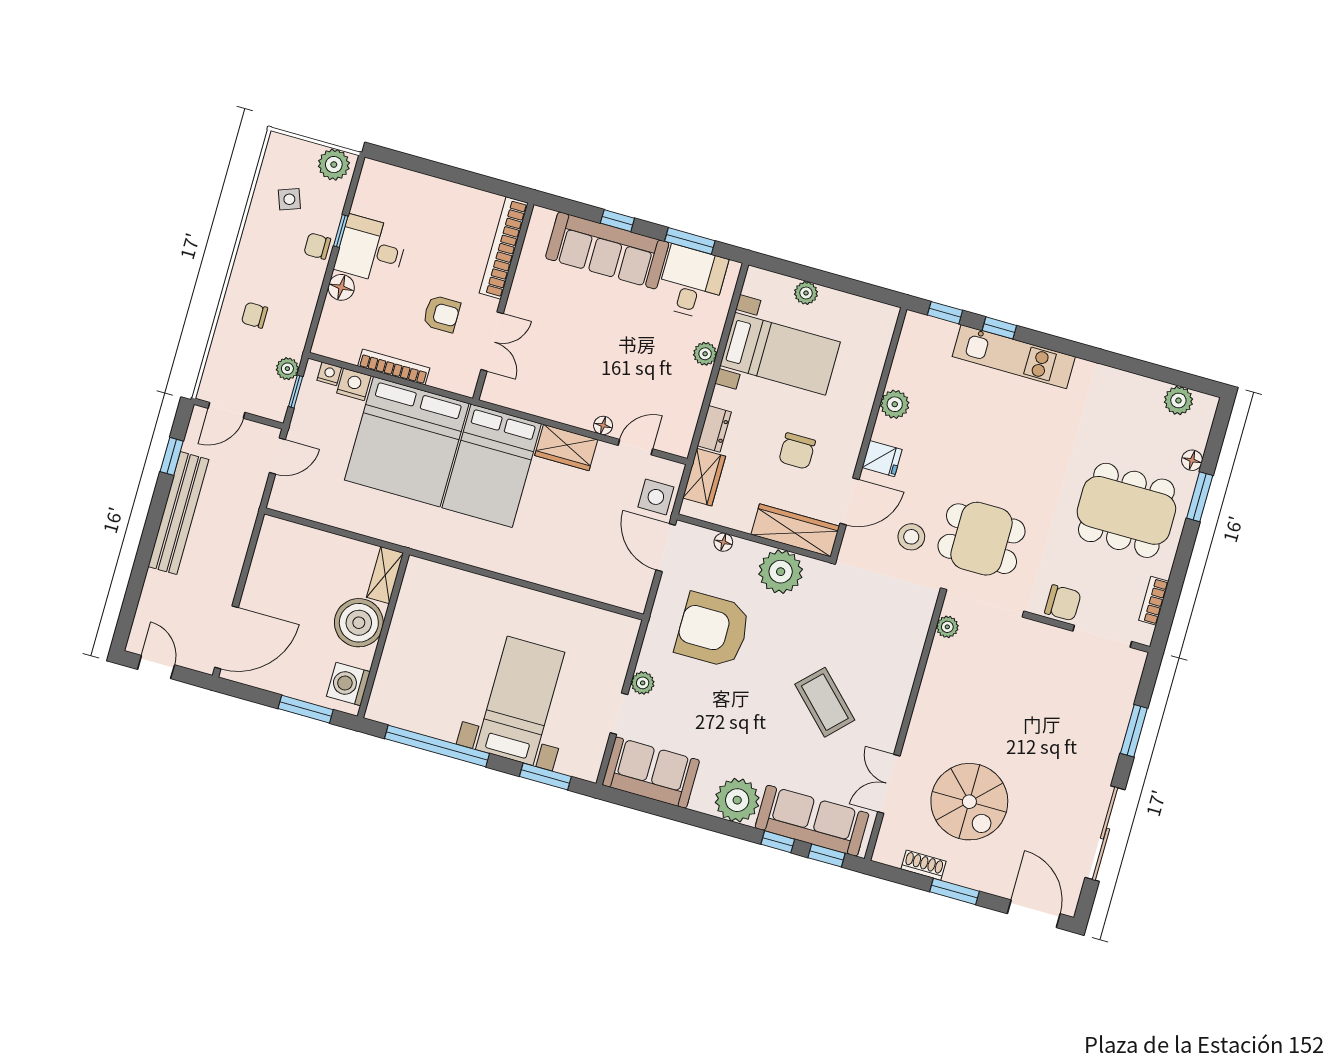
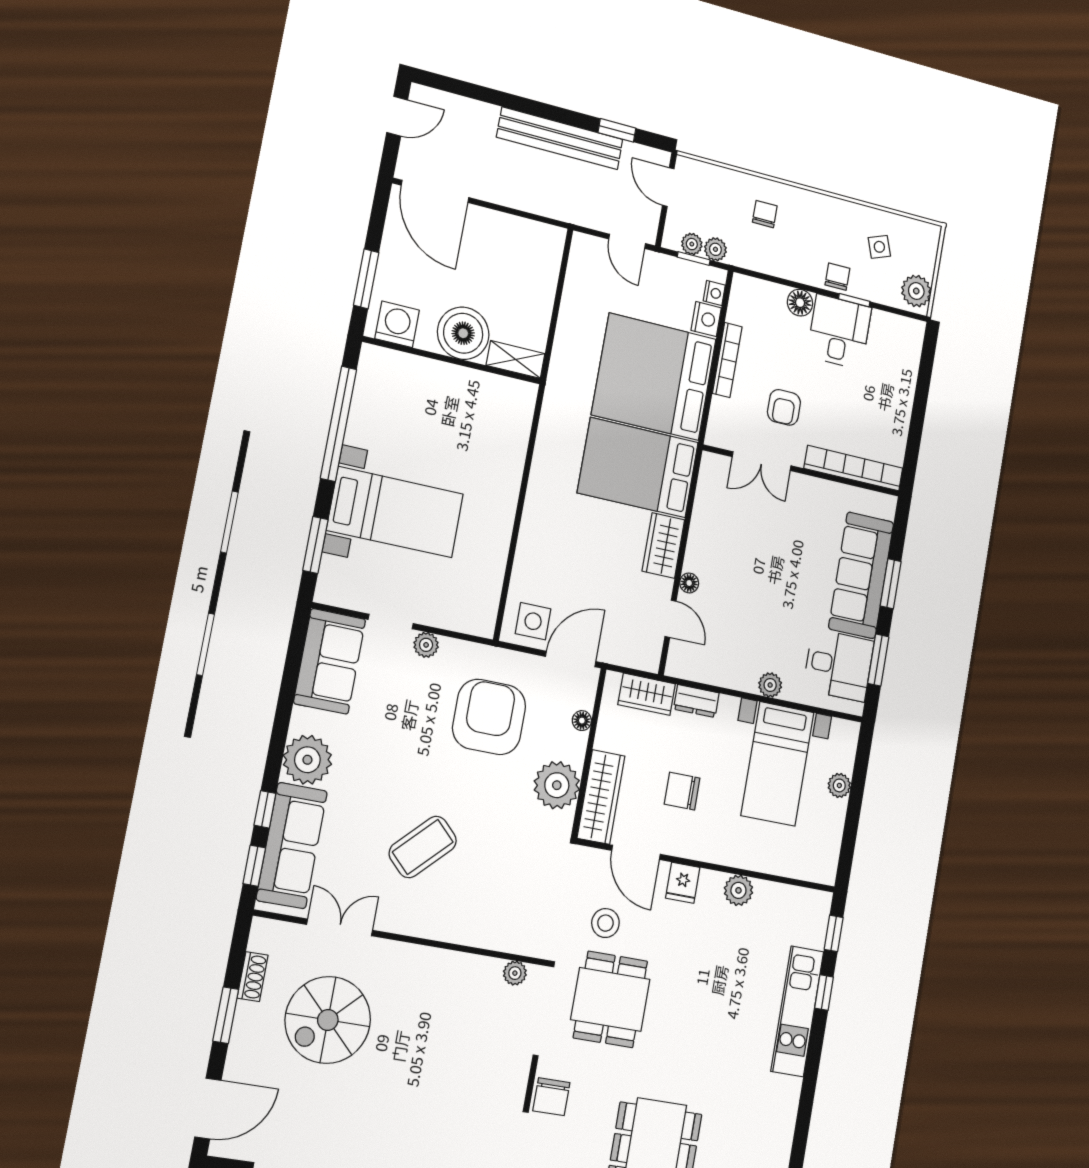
window: (617, 221) -> (891, 584), width x1.50
plant: (282, 392) -> (692, 244), added
side table: (656, 497) -> (533, 621), moved

